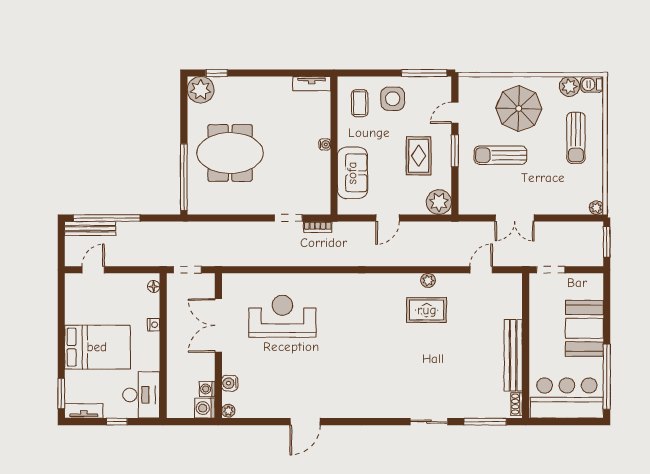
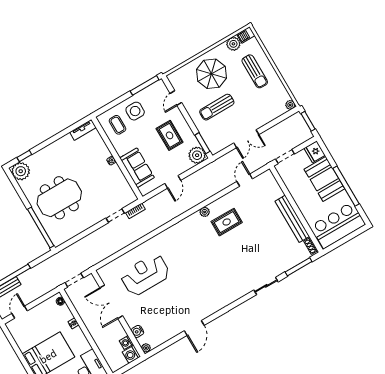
window: (455, 151) -> (202, 143), moved
plant: (428, 280) -> (205, 212), moved
fridge: (592, 286) -> (315, 152), added
window: (607, 377) -> (346, 186), moved

